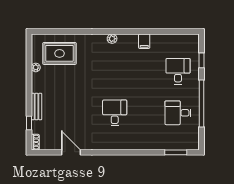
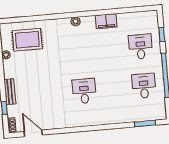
filing cabinet: (144, 41) -> (106, 21), width x2.00
desk: (178, 113) -> (144, 86), turned 90
door: (71, 152) -> (33, 133), moved

